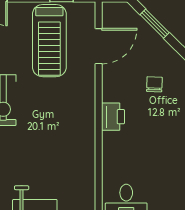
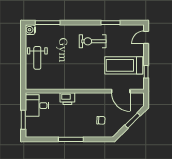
printer: (113, 117) -> (67, 99), moved

